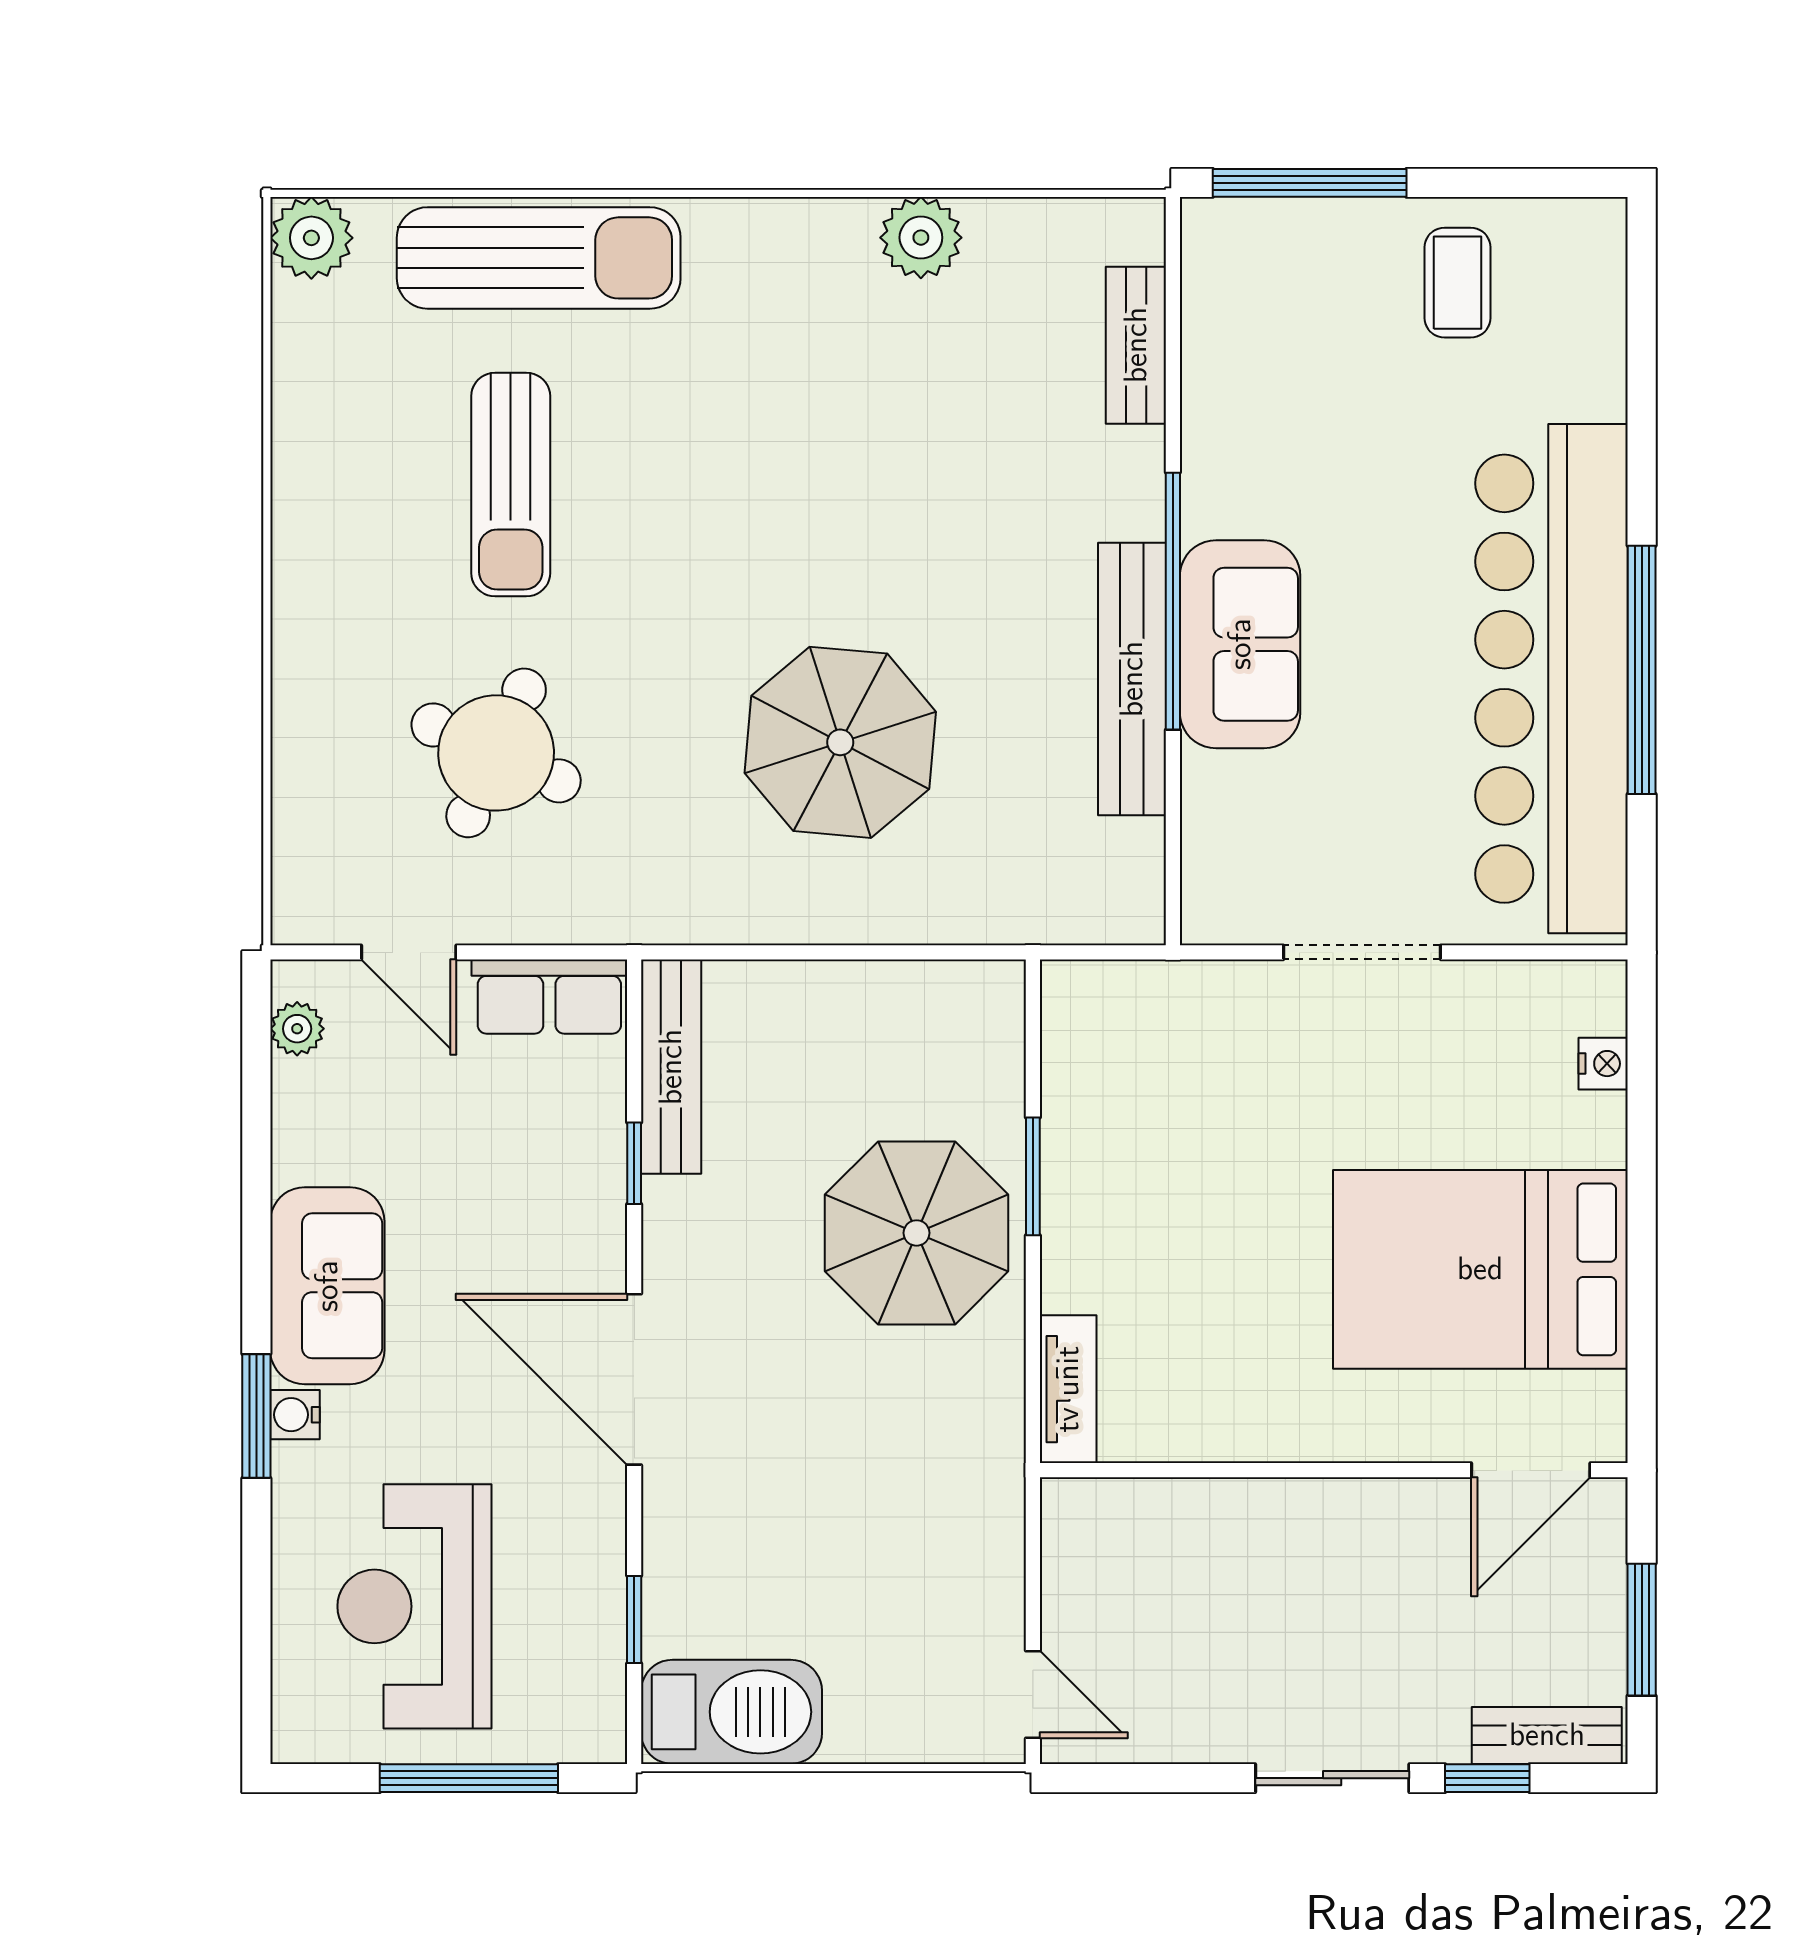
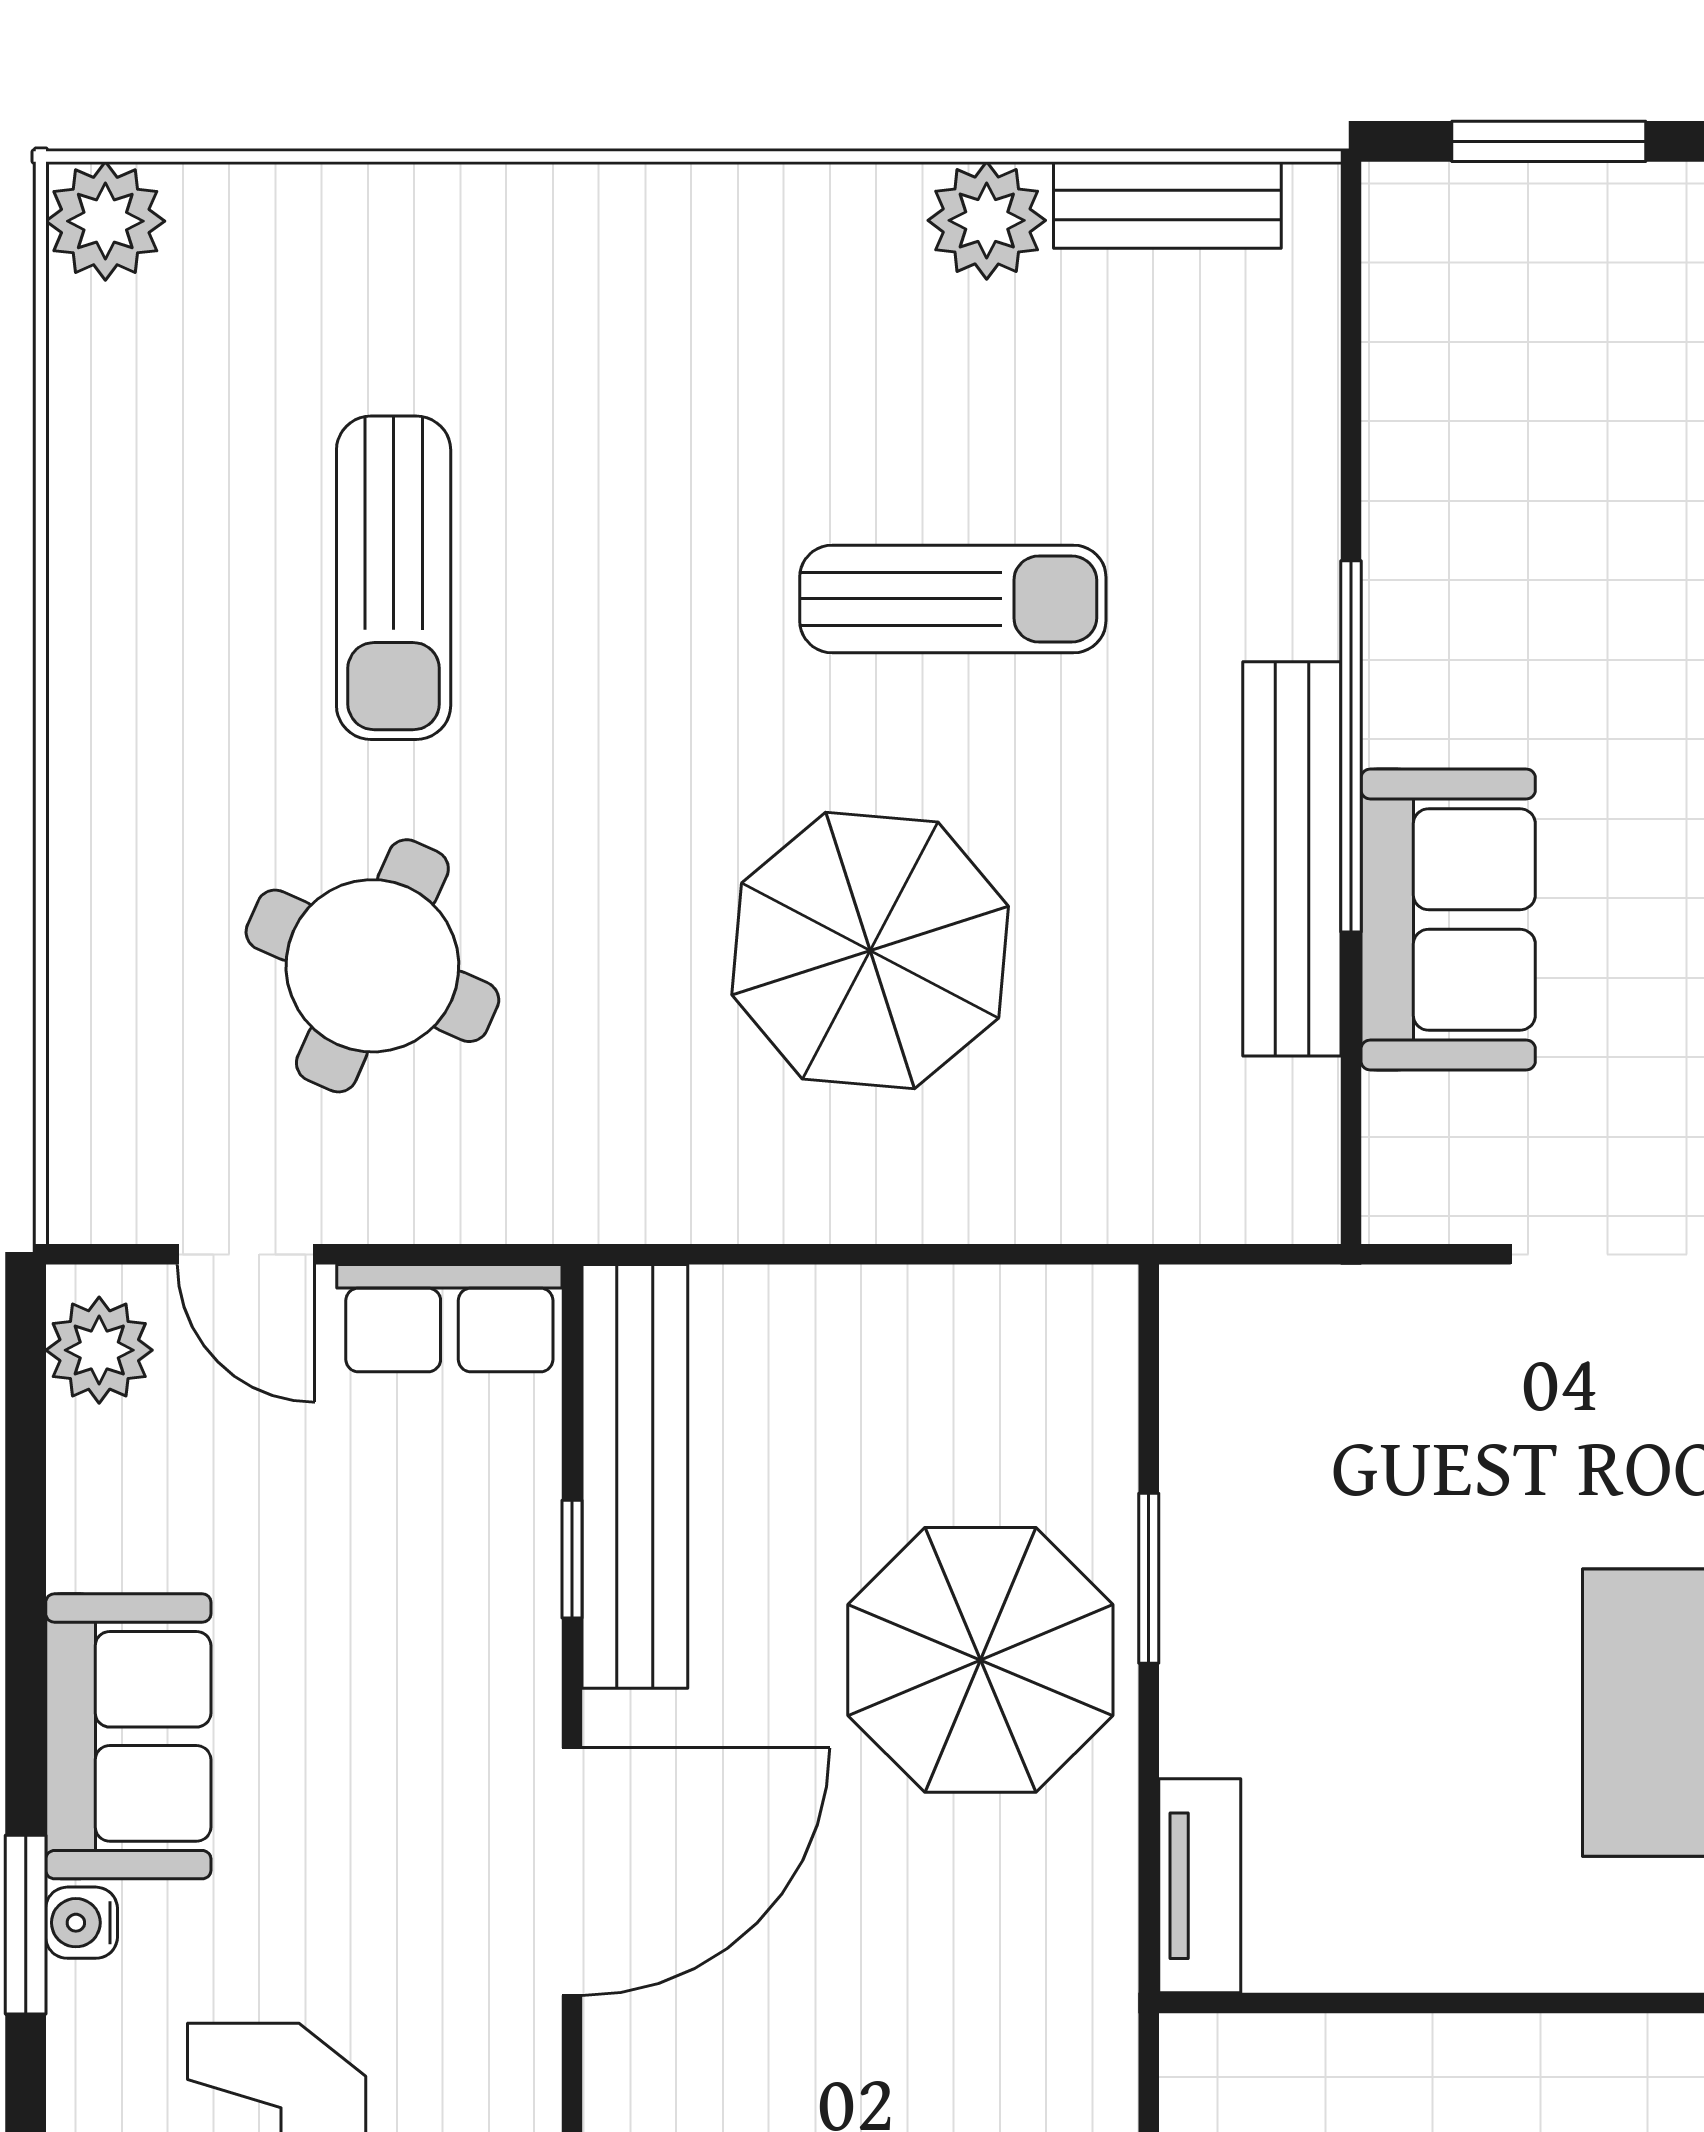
window: (1310, 183) -> (1549, 141), width x0.69
sun lounger: (539, 258) -> (953, 599), moved, width x0.73, depth x0.75
bench: (1136, 345) -> (1167, 205), moved, turned 90
sofa: (1240, 644) -> (1448, 919), moved
plant: (297, 1029) -> (99, 1350), width x1.38, depth x1.38
bench: (671, 1067) -> (635, 1476), width x1.37, depth x1.21
door: (634, 1379) -> (572, 1872), swing flipped

